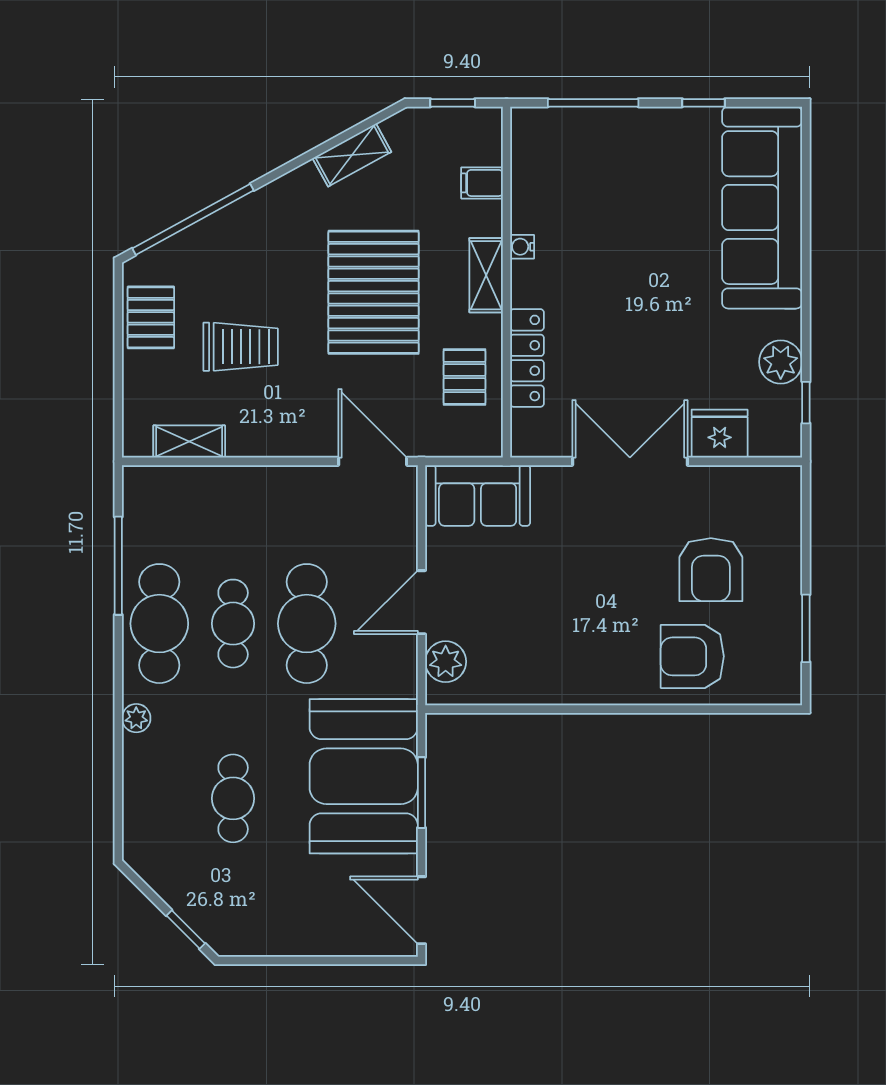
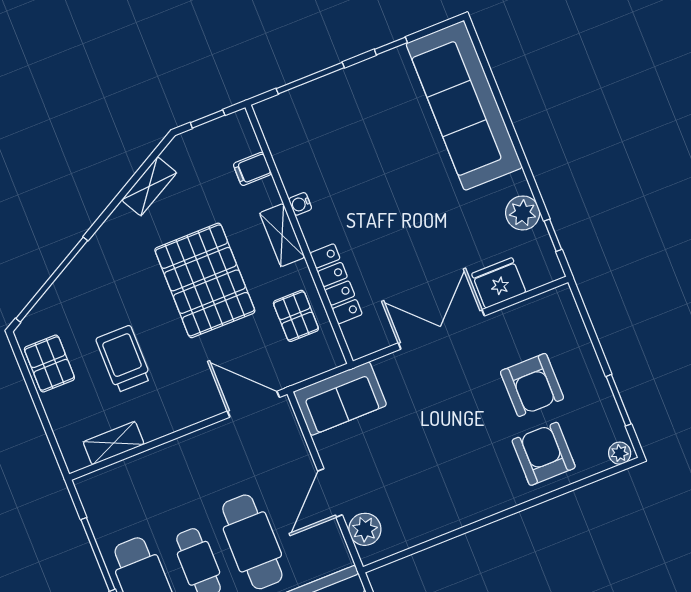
trolley: (241, 347) -> (124, 359), turned -90
armchair: (692, 656) -> (544, 454), turned 90
plant: (782, 691) -> (620, 453), added

